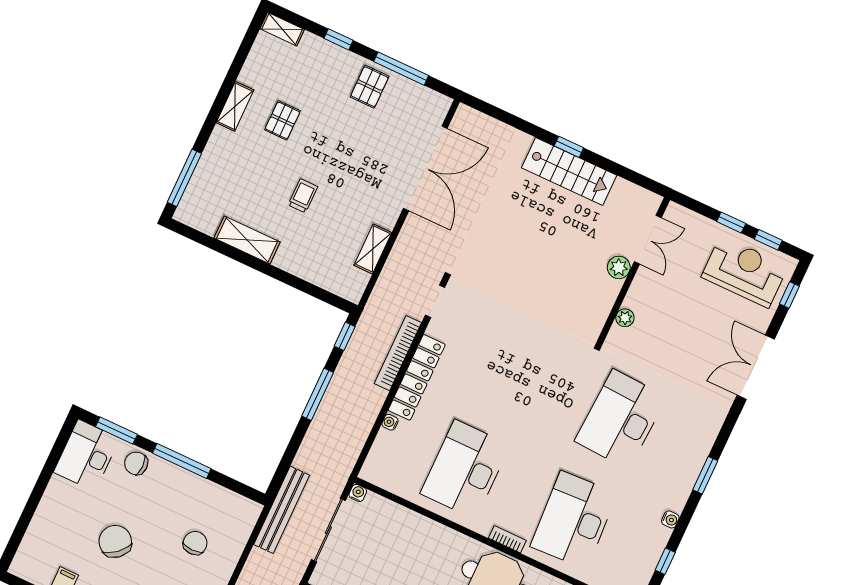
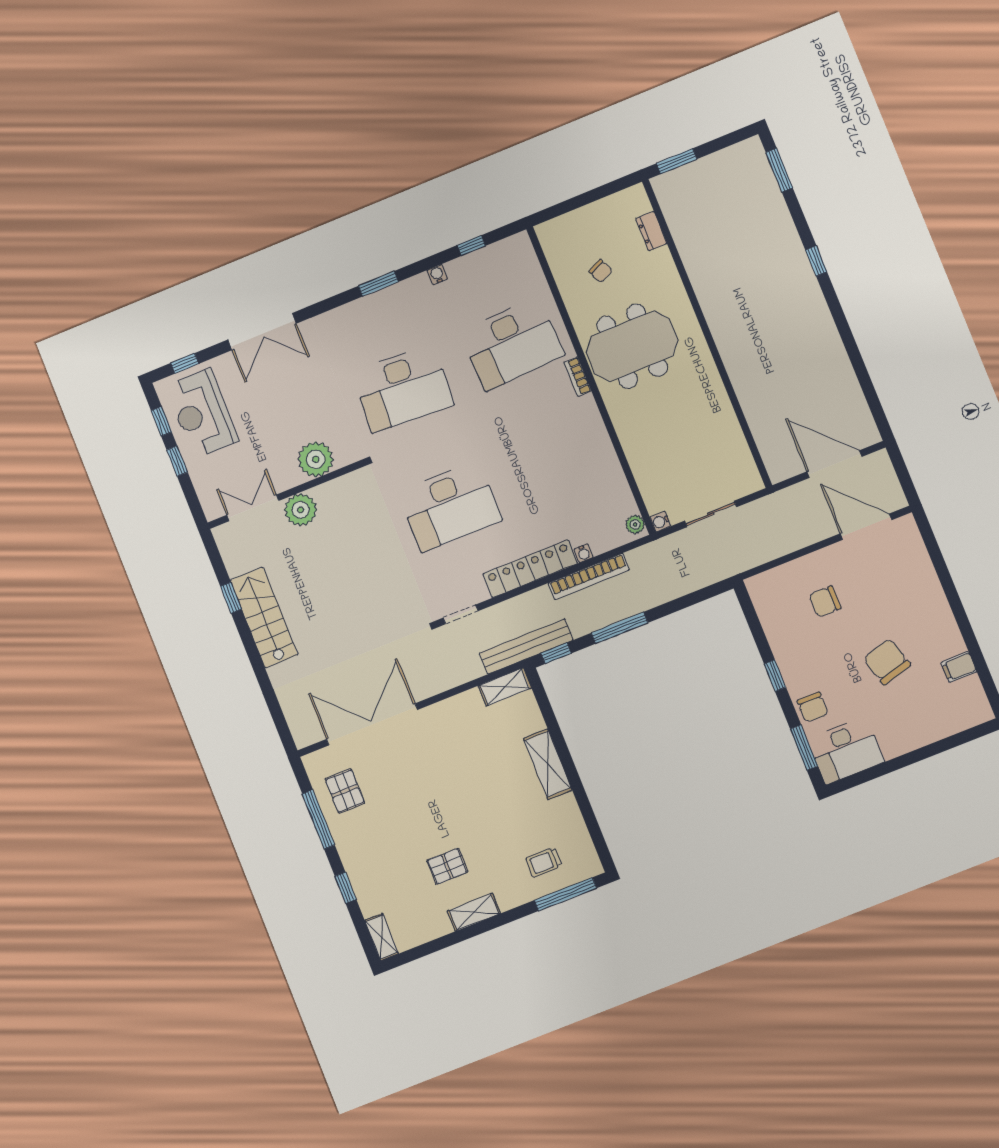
pallet: (370, 87) -> (345, 791), moved, turned 90
window: (569, 147) -> (231, 598), moved
trolley: (303, 196) -> (544, 862), moved
shelving: (247, 240) -> (548, 764), moved
shelving: (373, 249) -> (505, 687), moved
plant: (619, 267) -> (301, 510), width x1.36, depth x1.36
plant: (625, 318) -> (316, 459), width x1.87, depth x1.87
bookcase: (398, 353) -> (589, 577), moved
window: (182, 461) -> (775, 676), width x0.46
desk: (465, 469) -> (450, 506), moved
plant: (373, 475) -> (635, 525), added
bench: (282, 510) -> (526, 647), moved
sliding door: (328, 530) -> (711, 514), width x0.73
chair: (115, 541) -> (887, 662), turned 115

